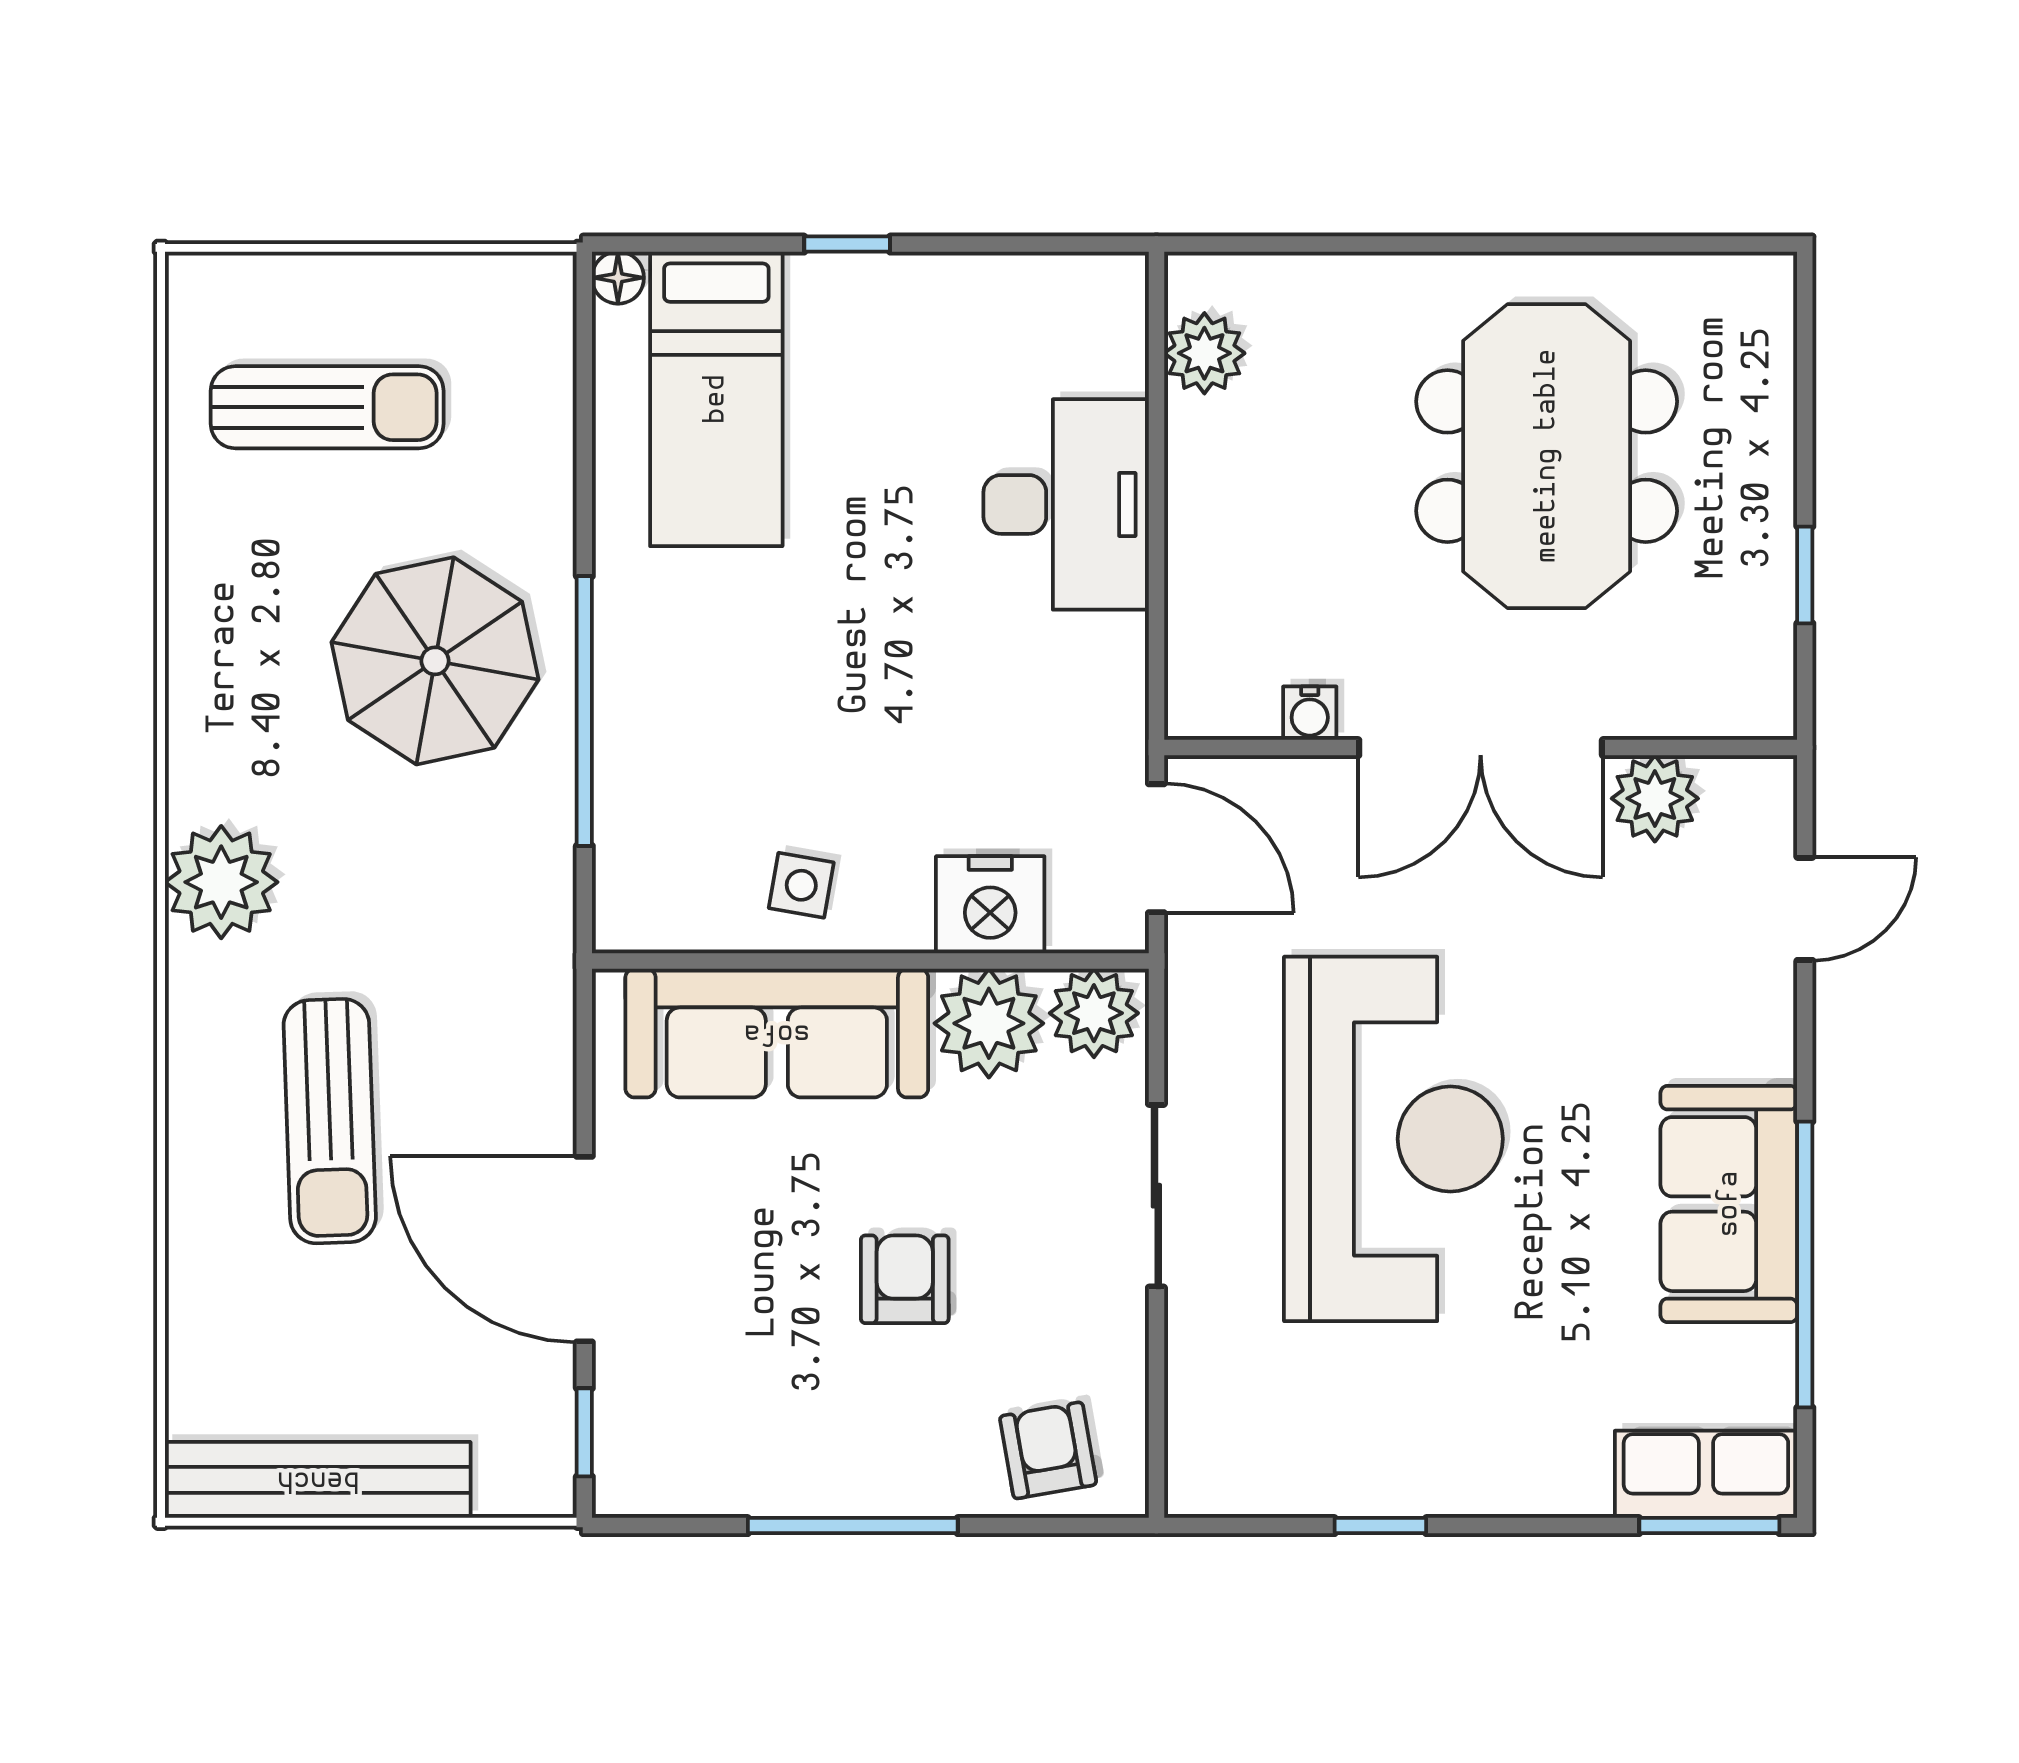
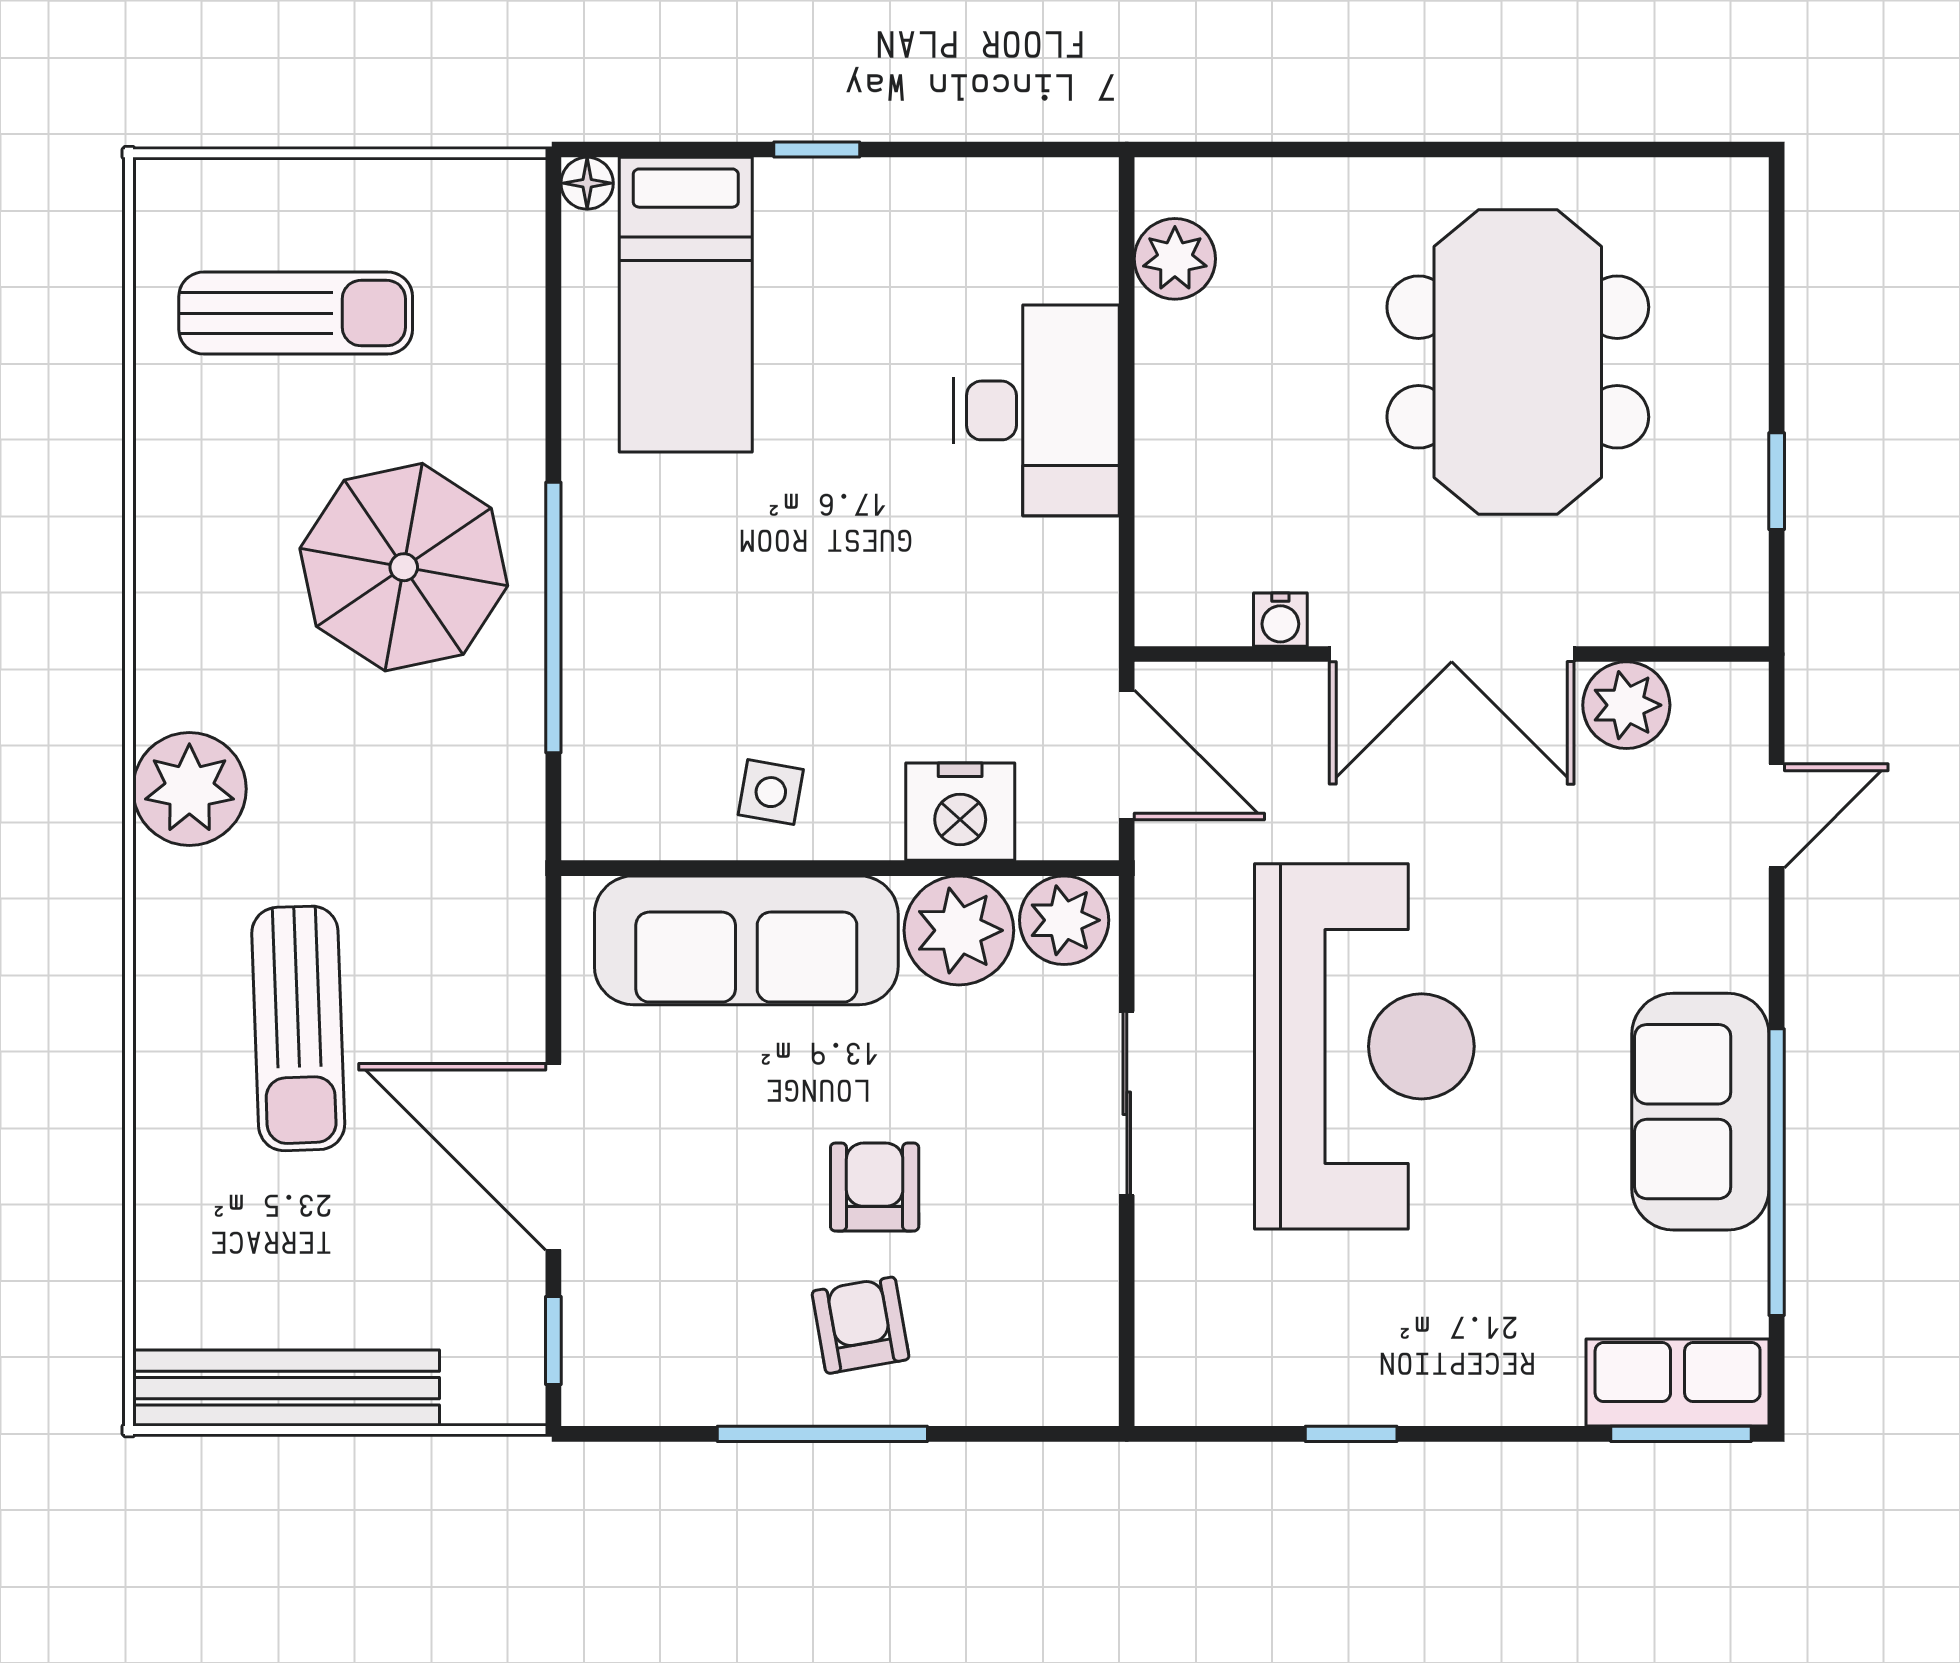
armchair: (1048, 1450) -> (861, 1325), moved

